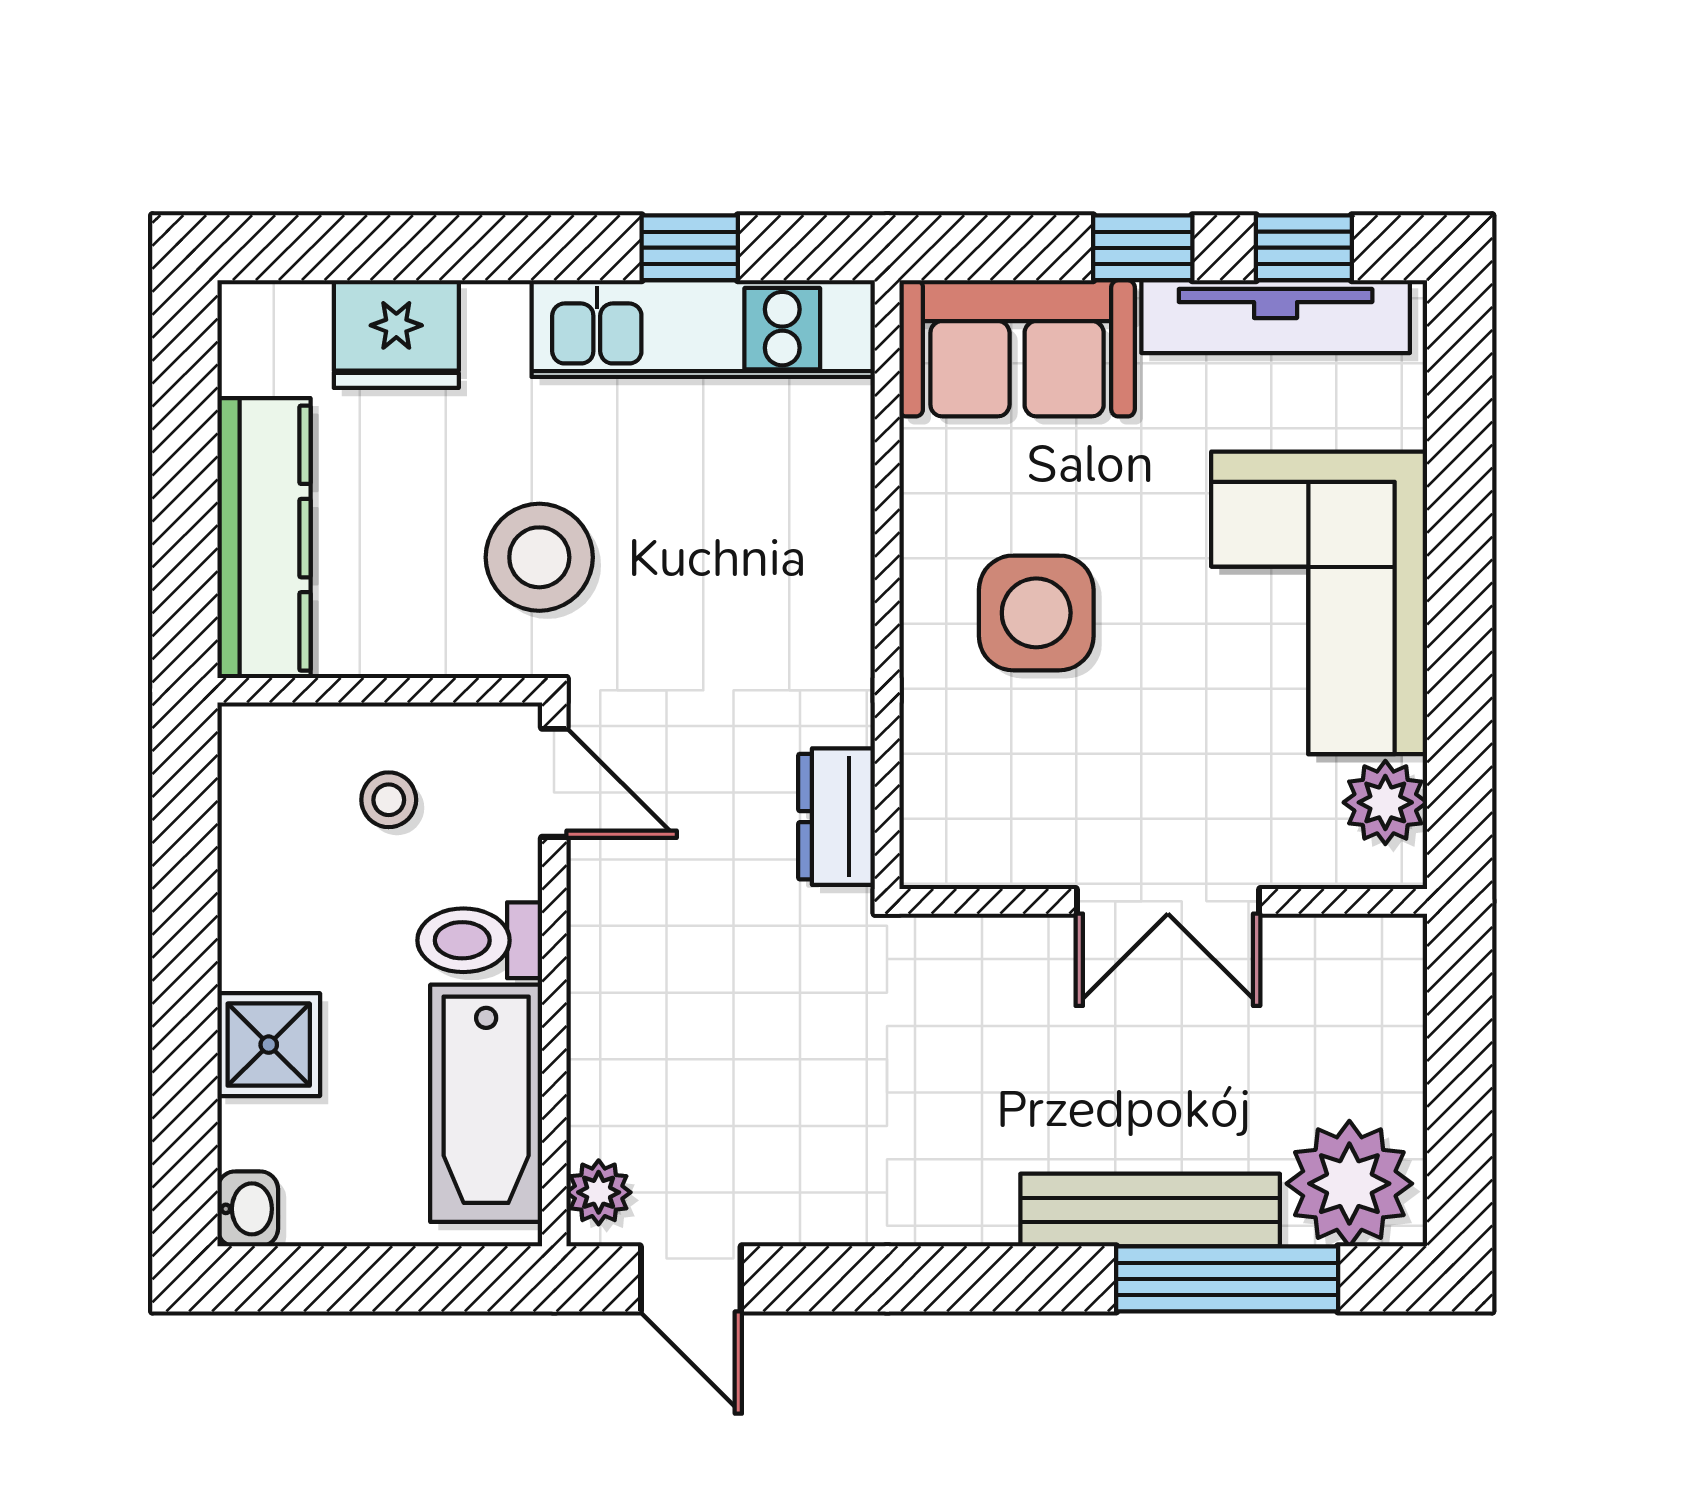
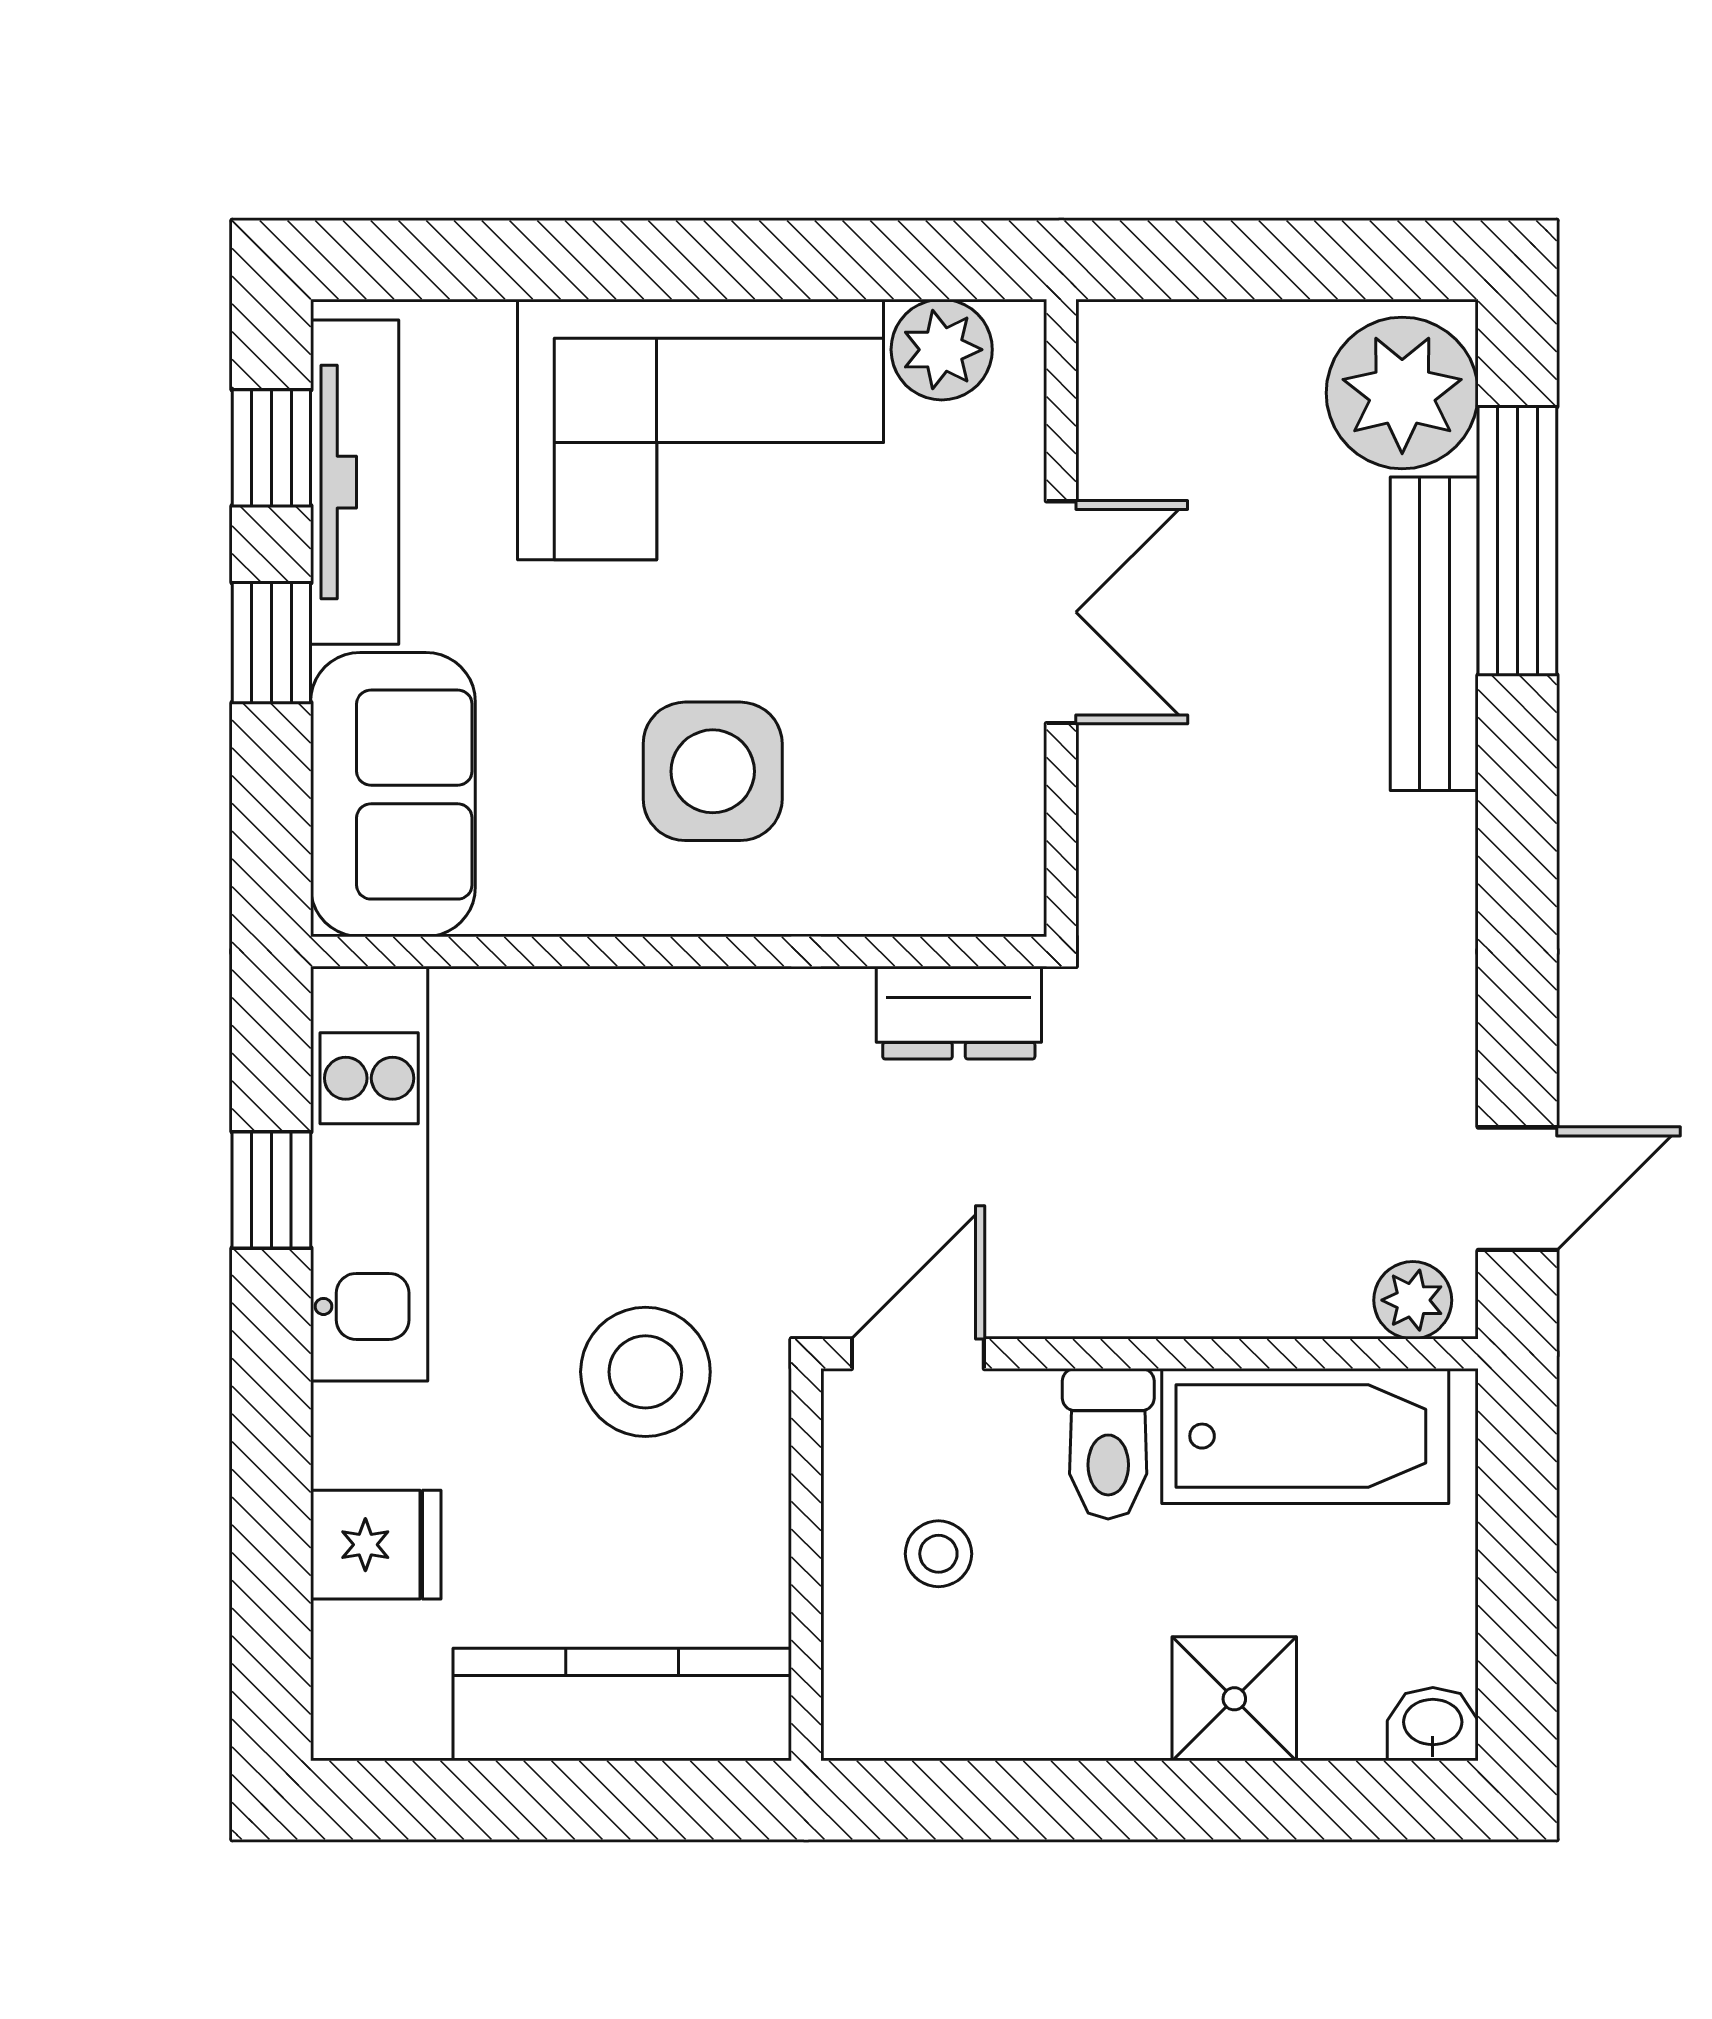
fridge: (396, 334) -> (376, 1545), width x0.72

